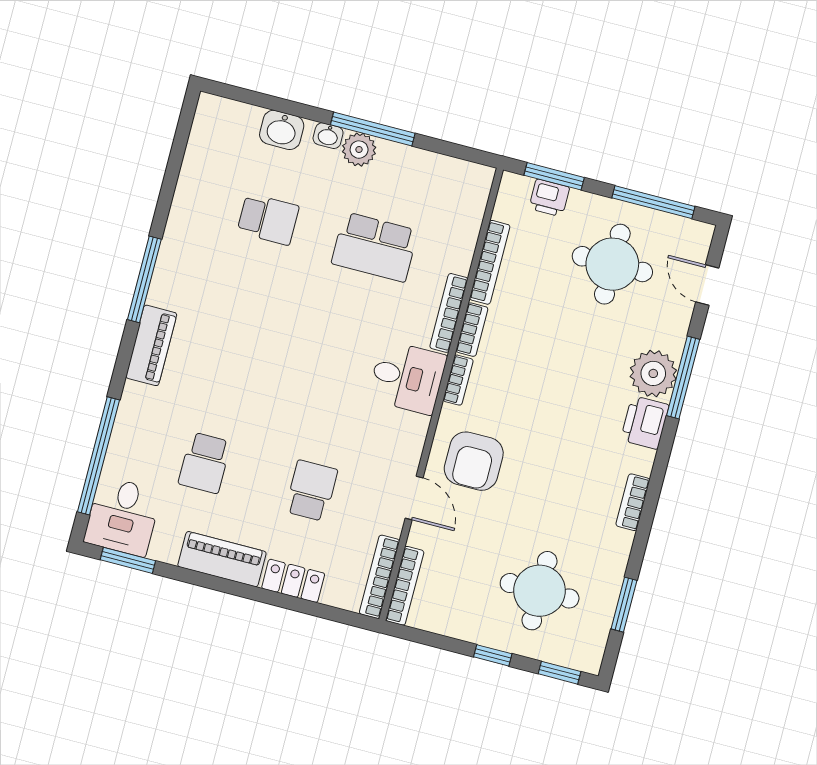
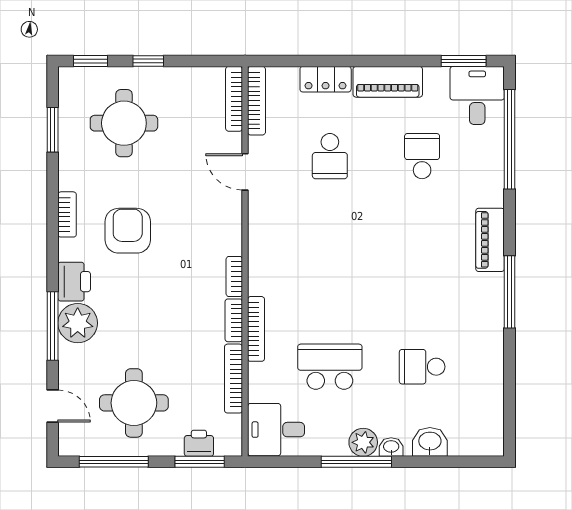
desk: (407, 377) -> (276, 430), moved
armchair: (474, 461) -> (128, 231), moved

